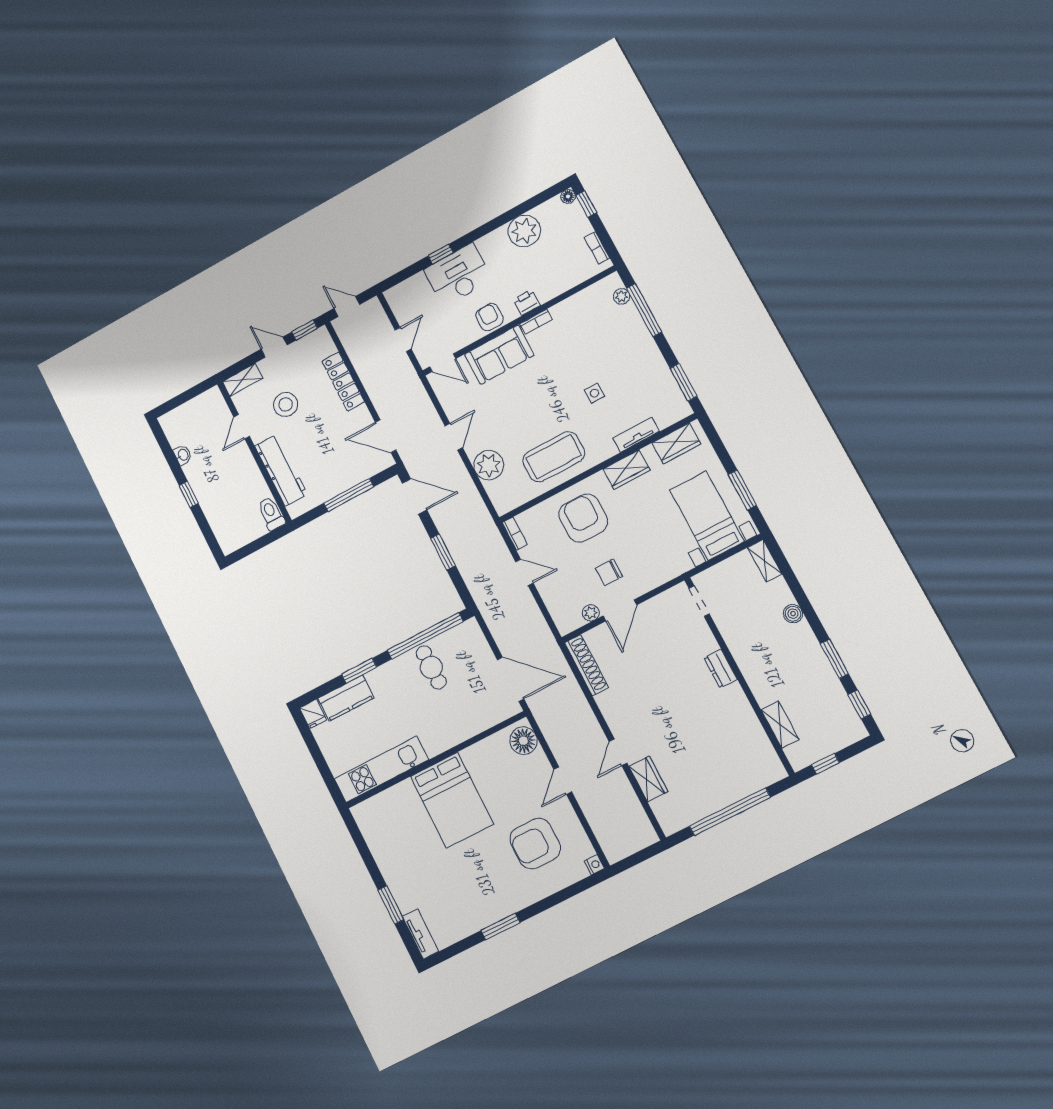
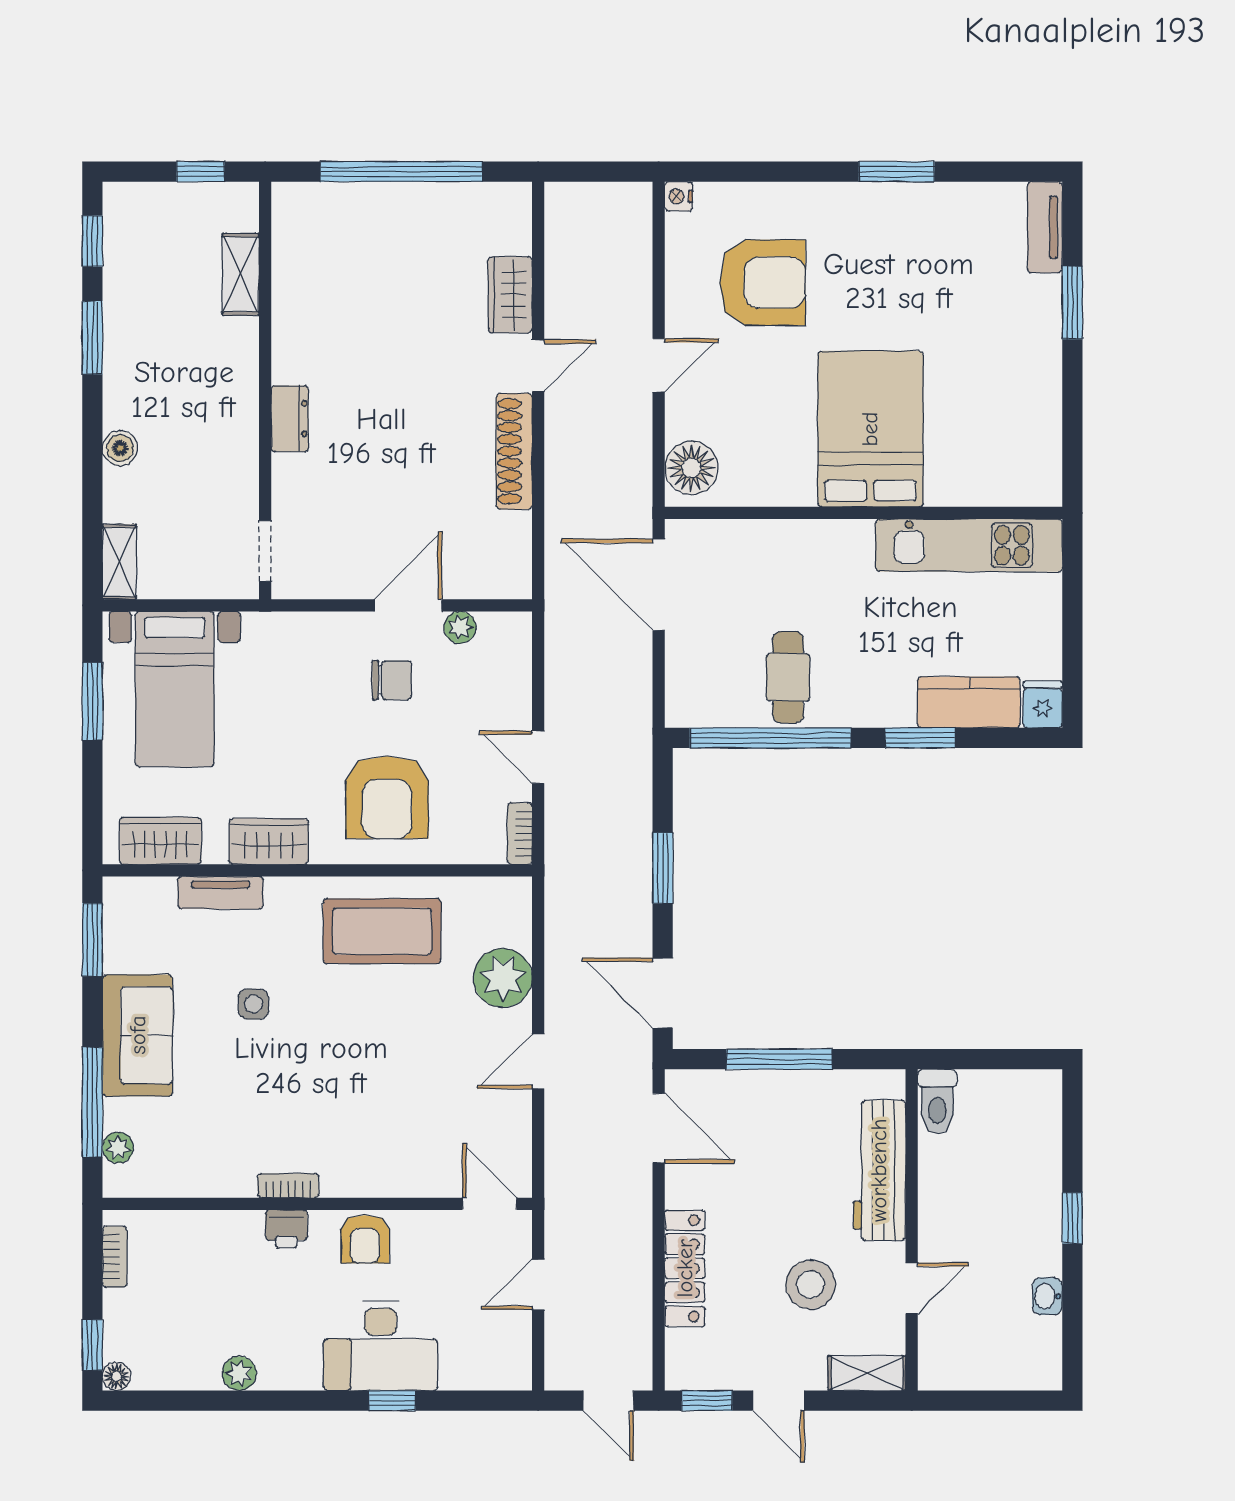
plant: (524, 231) -> (239, 1373), width x0.53, depth x0.53
sofa: (499, 355) -> (138, 1035), moved, turned 90
shoe rack: (587, 665) -> (514, 451), moved

